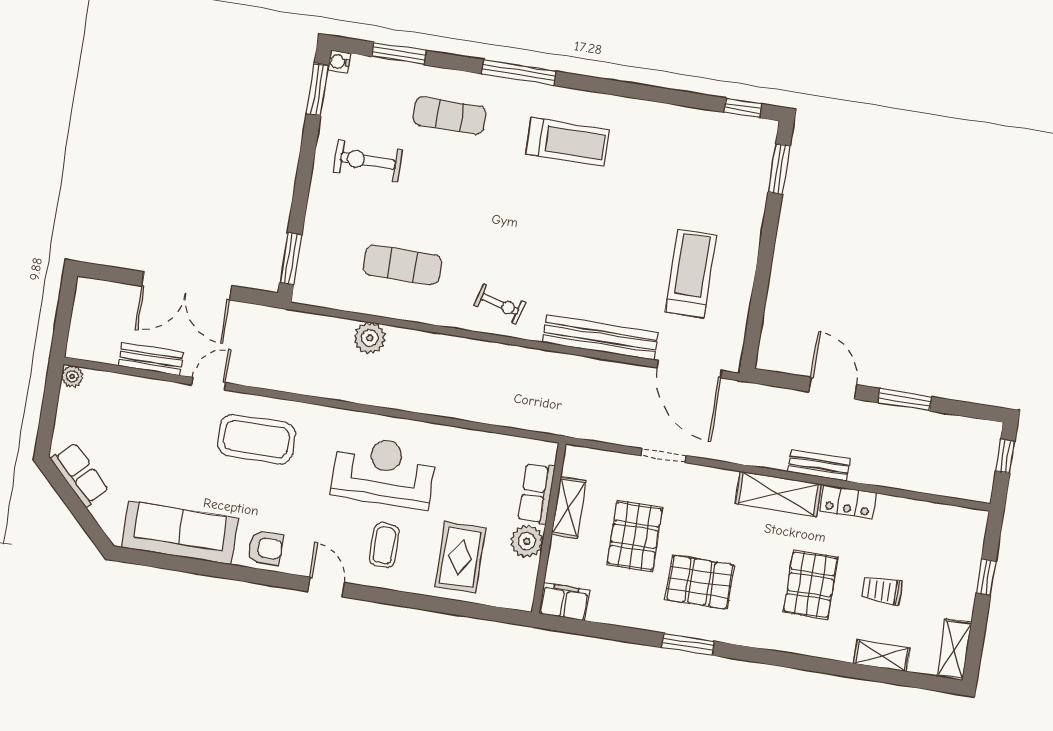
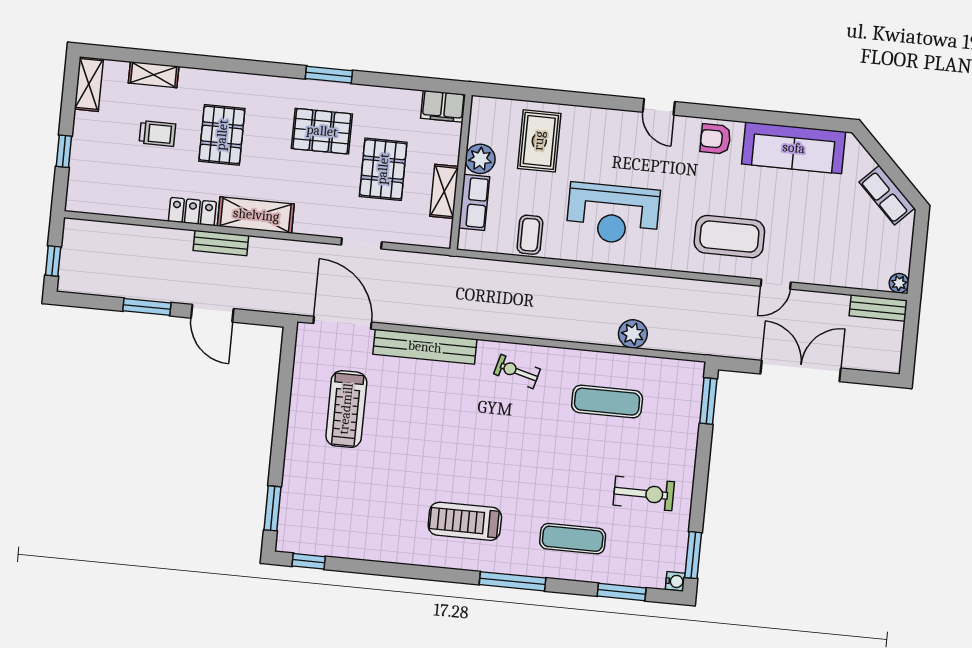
bench: (151, 359) -> (878, 308), moved
coffee table: (384, 545) -> (530, 235), moved

